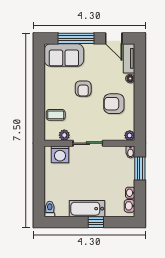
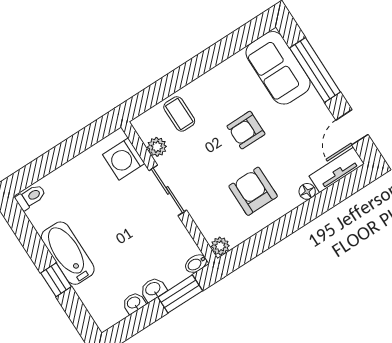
washbasin: (129, 206) -> (153, 289), moved

